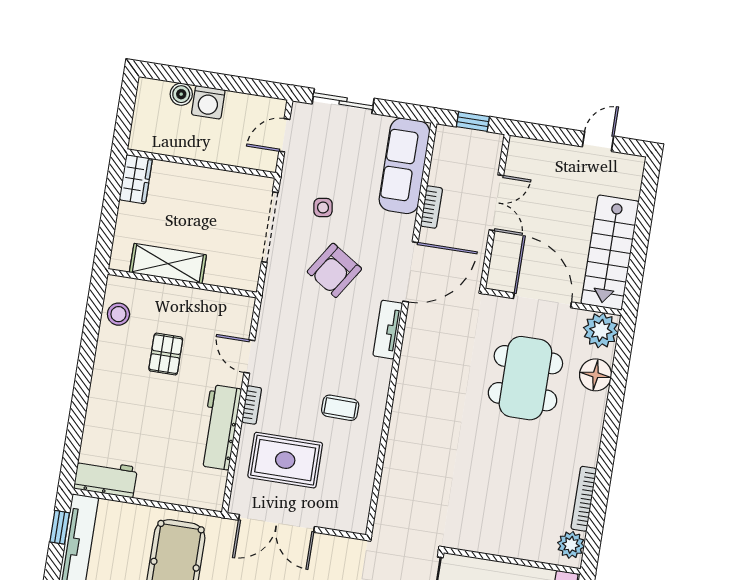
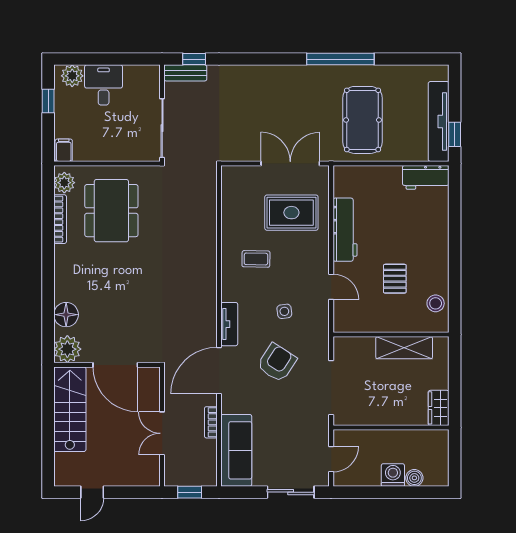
side table: (323, 207) -> (284, 311), moved
dining table: (525, 378) -> (111, 211), moved
bookcase: (252, 405) -> (324, 250), removed

